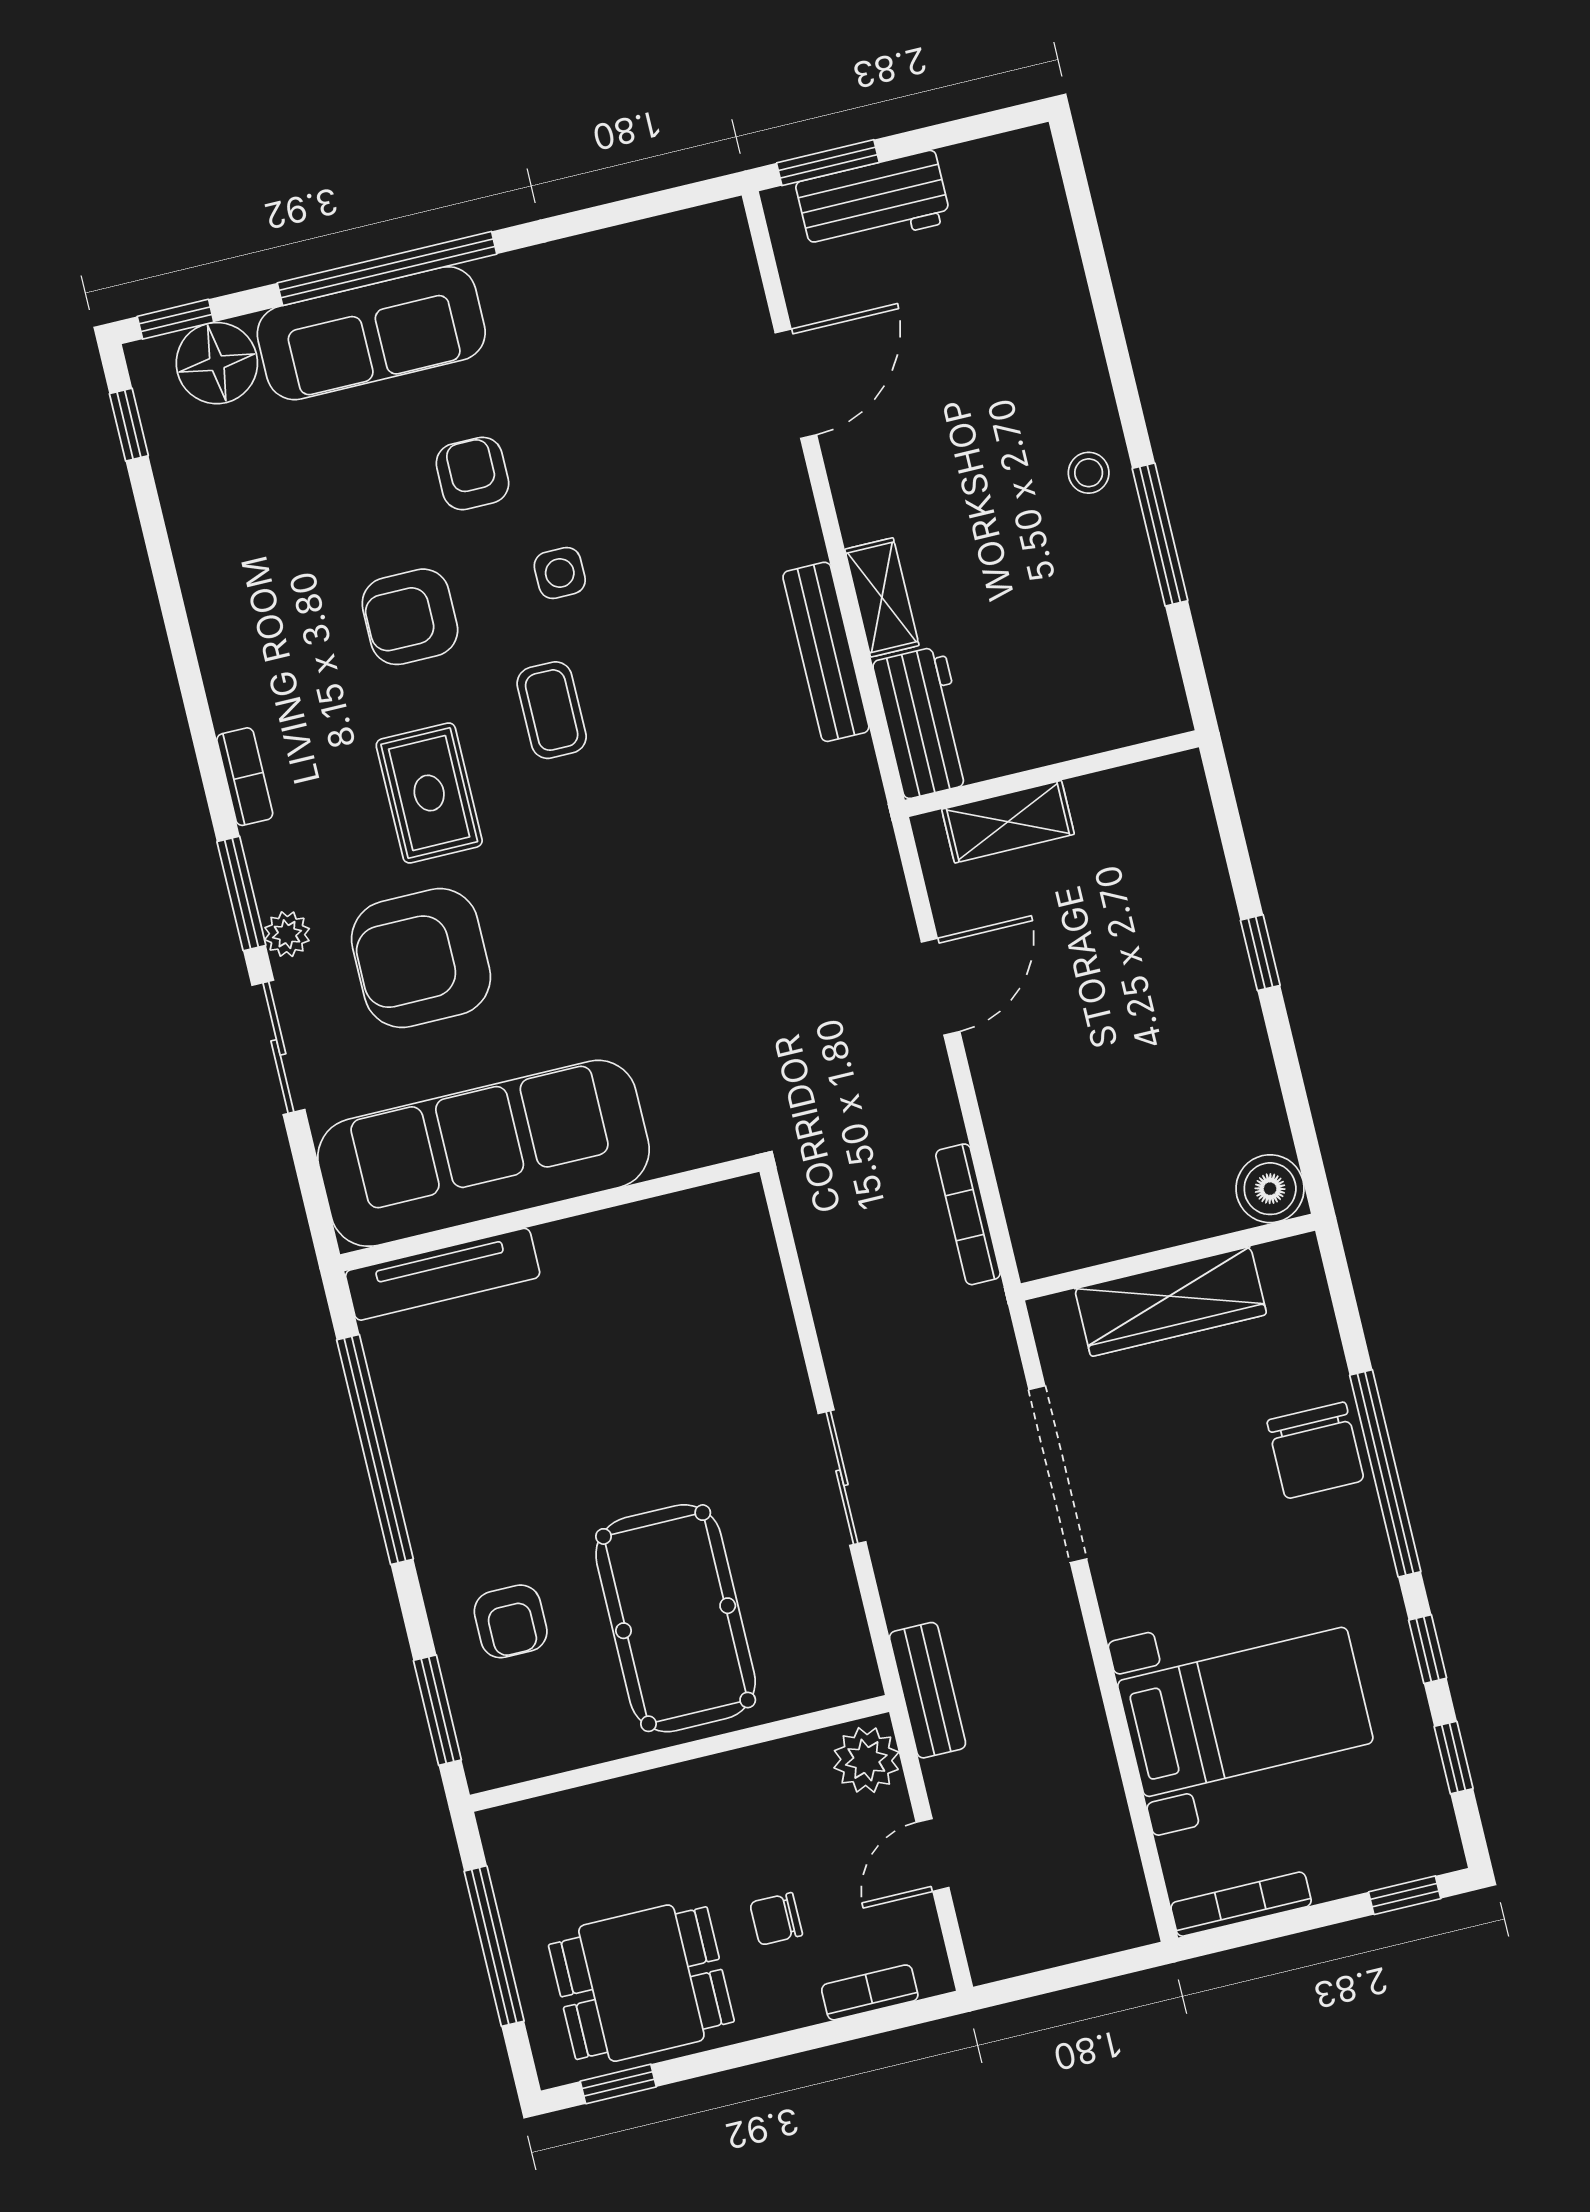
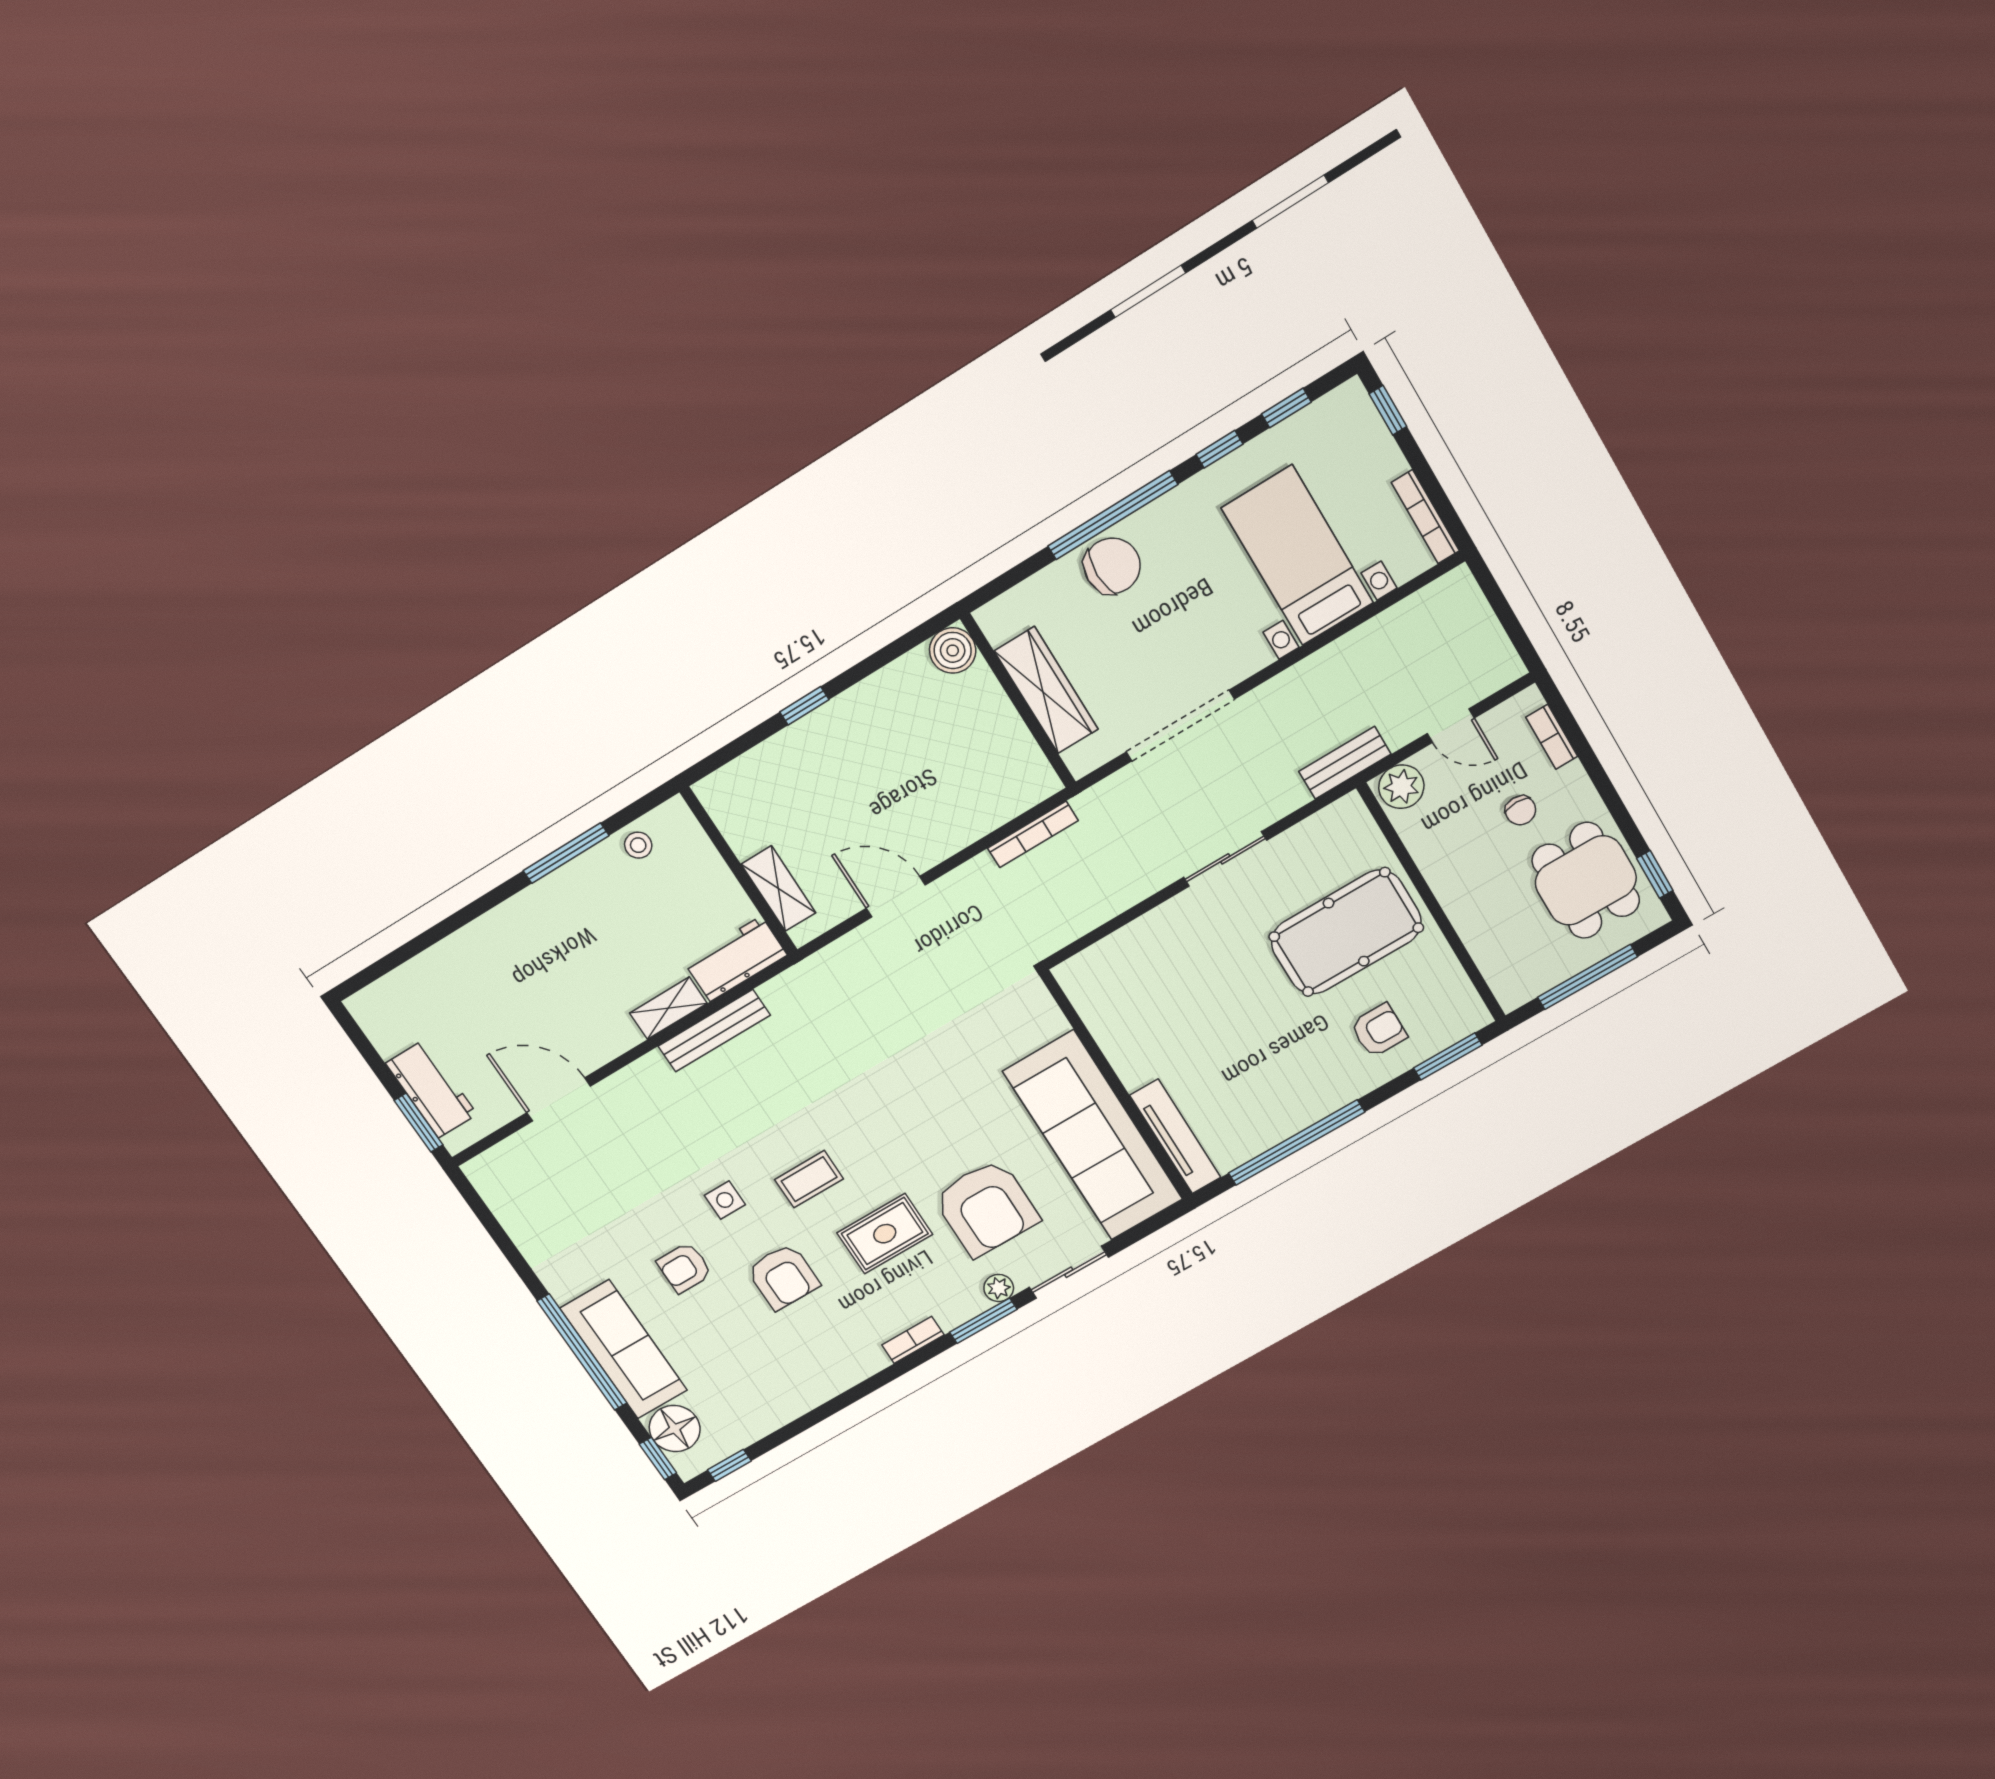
stool: (1089, 473) -> (638, 845), moved

